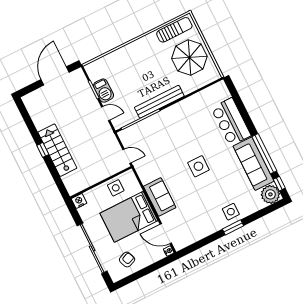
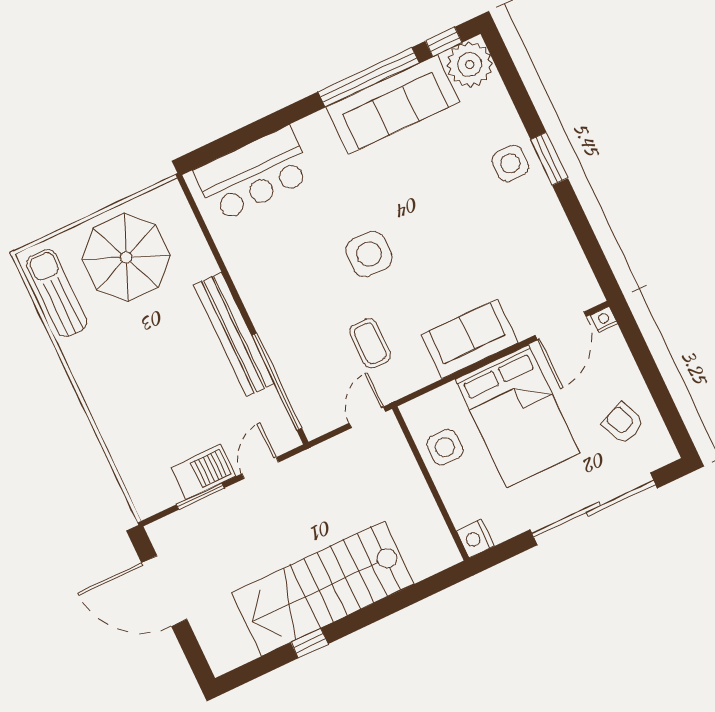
bar counter: (231, 122) -> (254, 174), moved
window: (43, 150) -> (310, 643), moved
stairs: (57, 150) -> (323, 588), width x1.36, depth x1.51
coffee table: (157, 157) -> (370, 343), added
side table: (198, 166) -> (369, 254), moved

